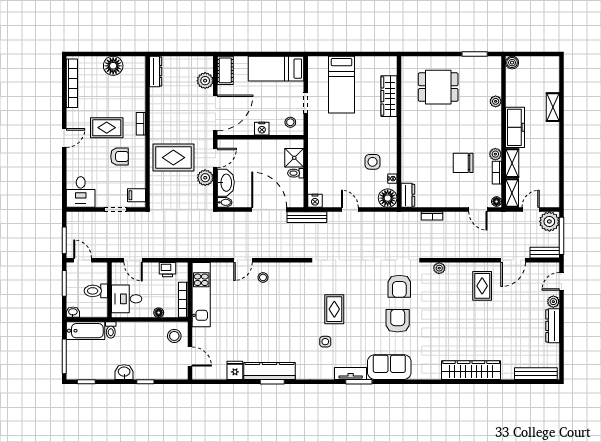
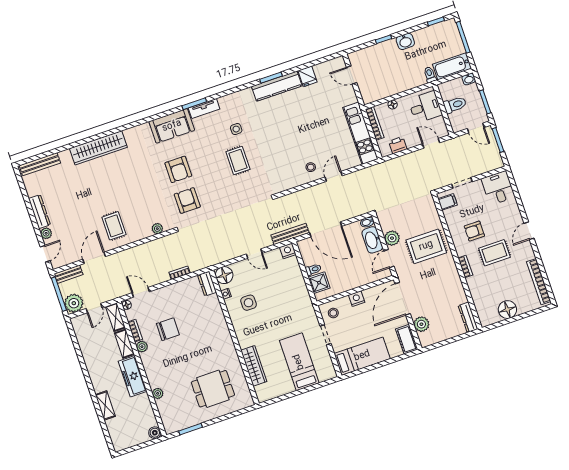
stool: (174, 336) -> (372, 89), removed

